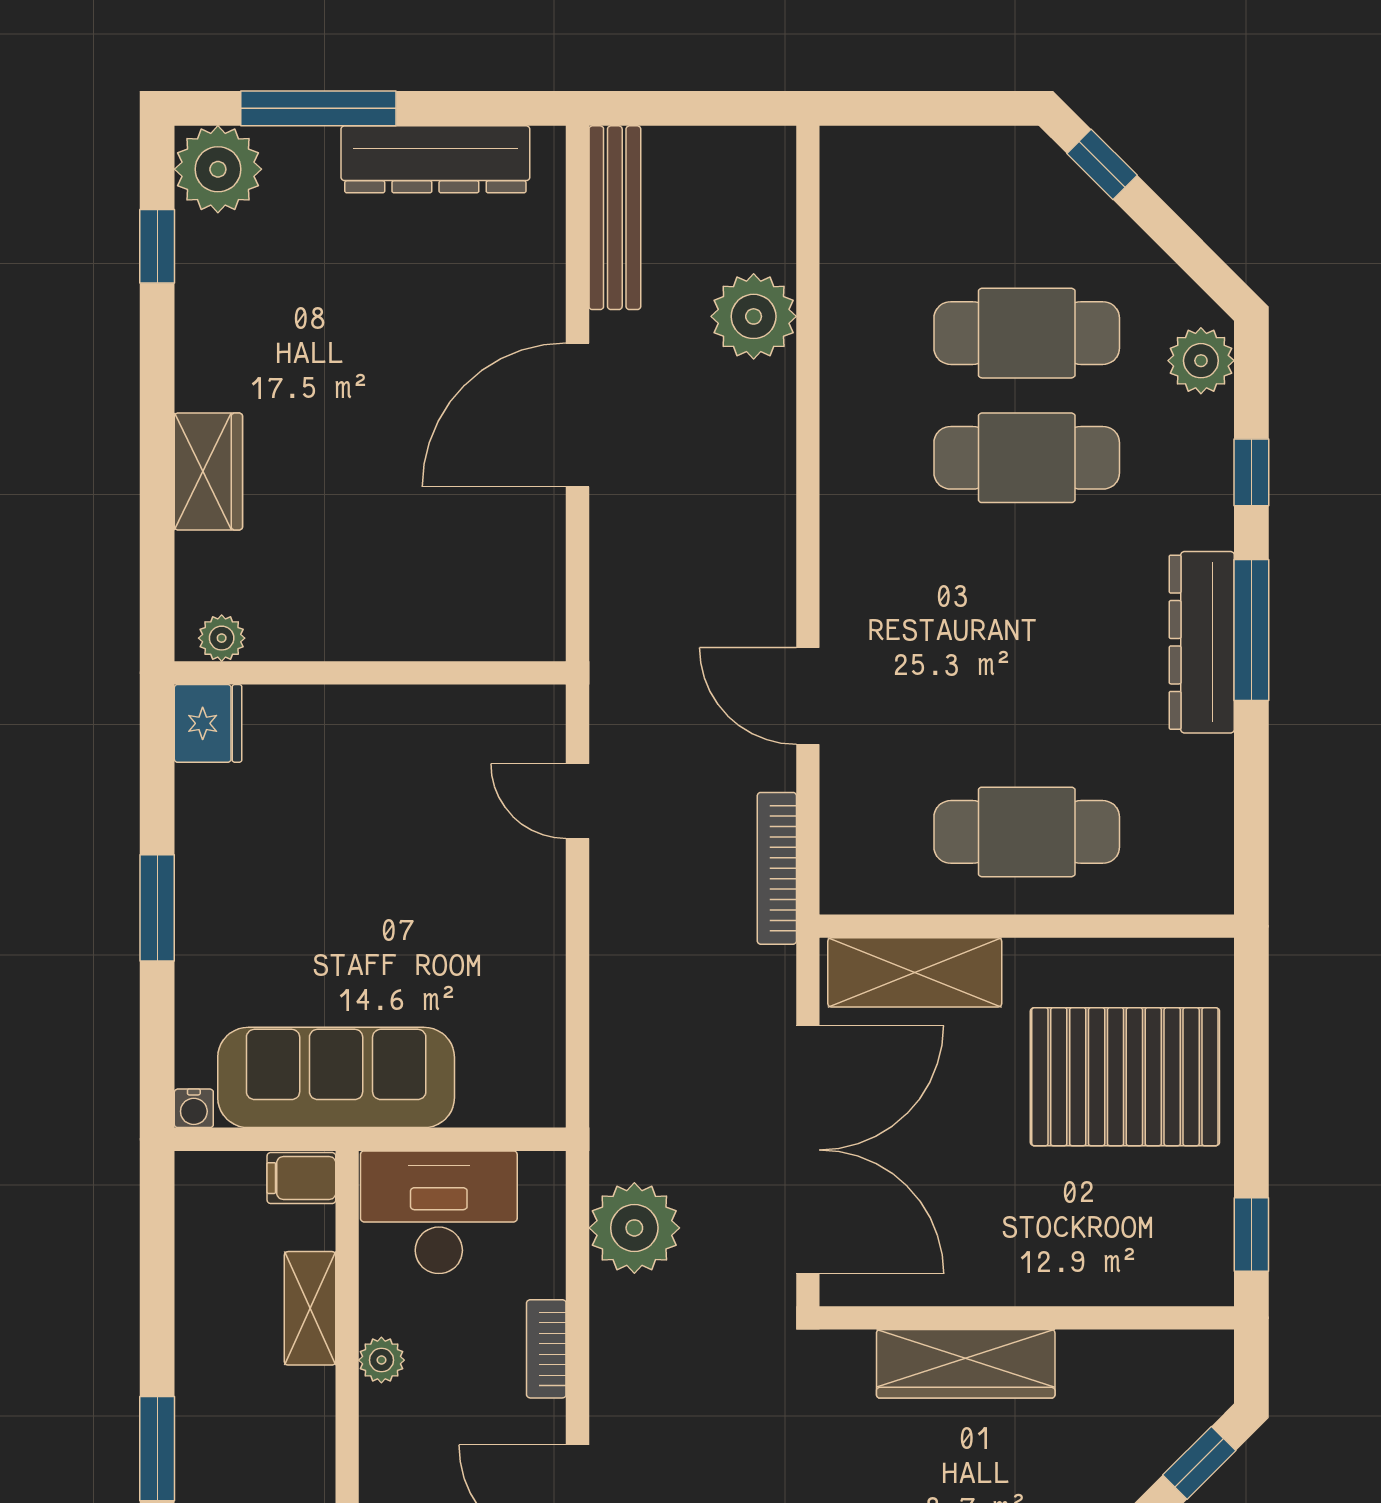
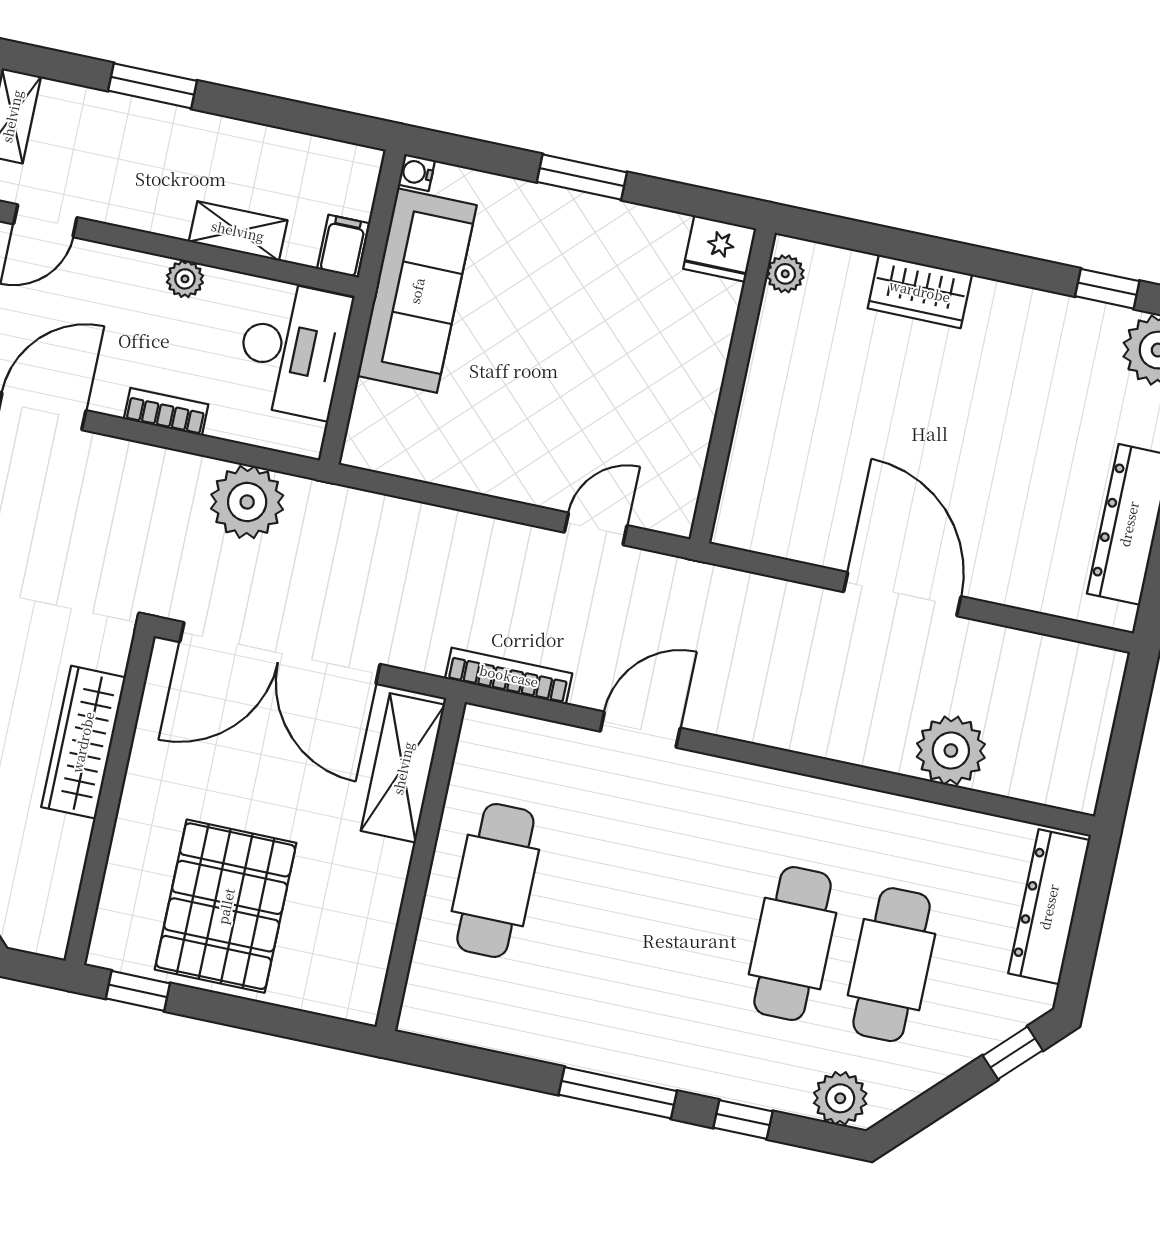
bench: (615, 218) -> (1053, 657), removed
dresser: (1202, 642) -> (1049, 907), moved, turned -90
pallet: (1125, 1077) -> (226, 906), moved

